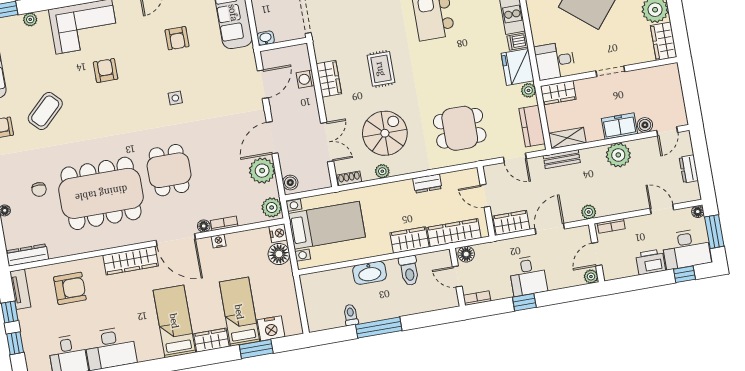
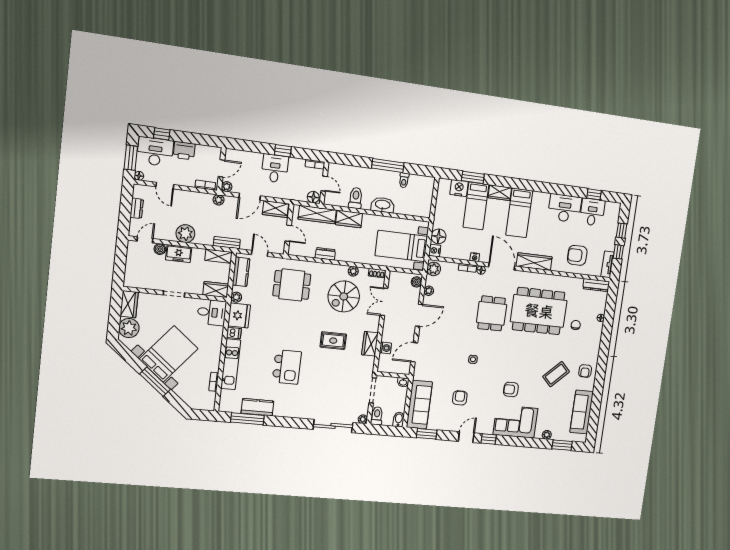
rug: (381, 69) -> (333, 341), turned 90
armchair: (106, 71) -> (511, 389), turned 90
plant: (262, 171) -> (429, 291), width x0.53, depth x0.53
plant: (591, 277) -> (227, 187), moved

